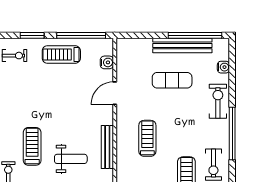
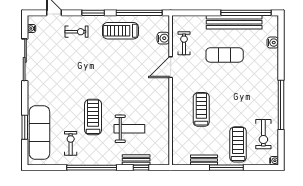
exercise bike: (218, 101) -> (184, 43), moved, width x0.73, depth x0.72
bench: (107, 147) -> (164, 118), removed

